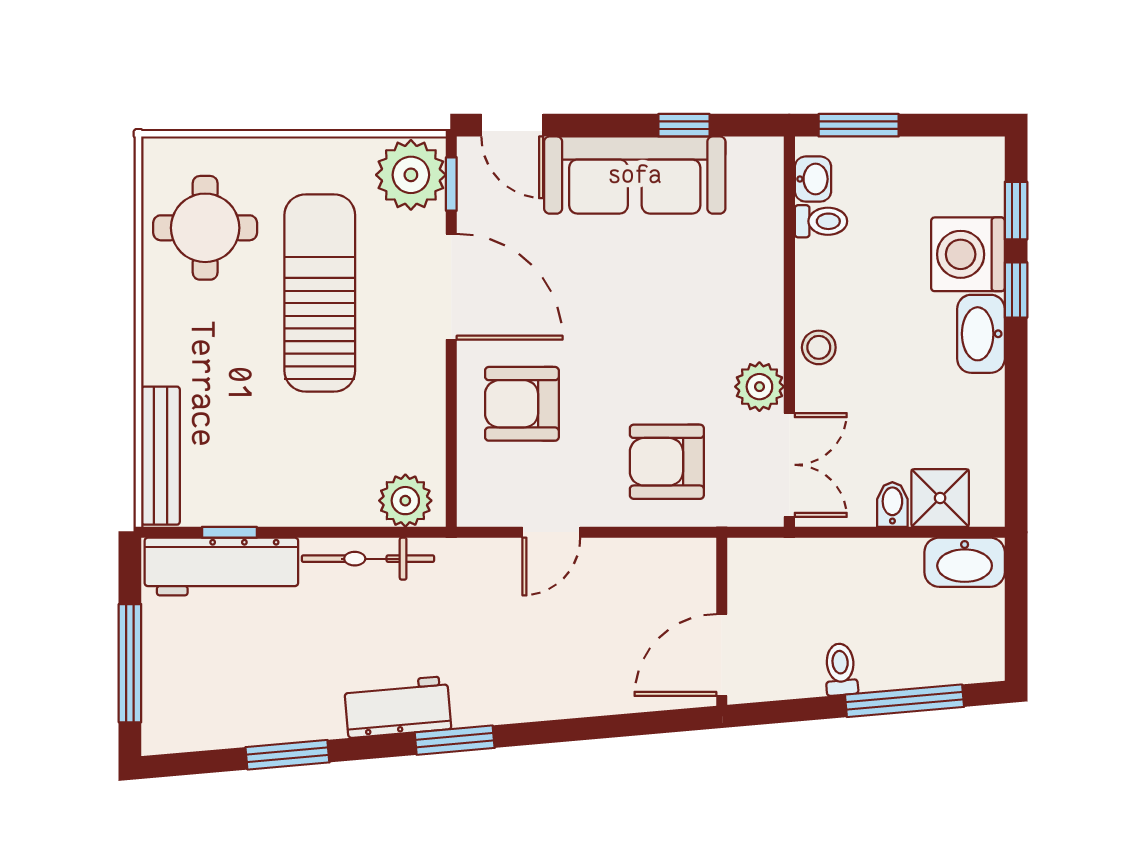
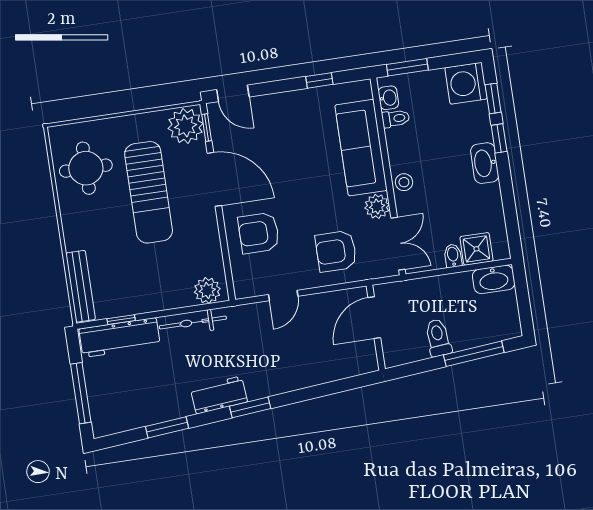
sofa: (635, 175) -> (361, 148), moved, turned 90
washing machine: (968, 254) -> (466, 83), moved
sun lounger: (320, 293) -> (149, 192), turned 180
door: (722, 655) -> (374, 318), moved
toilet: (841, 669) -> (438, 338), width x1.37, depth x1.39

